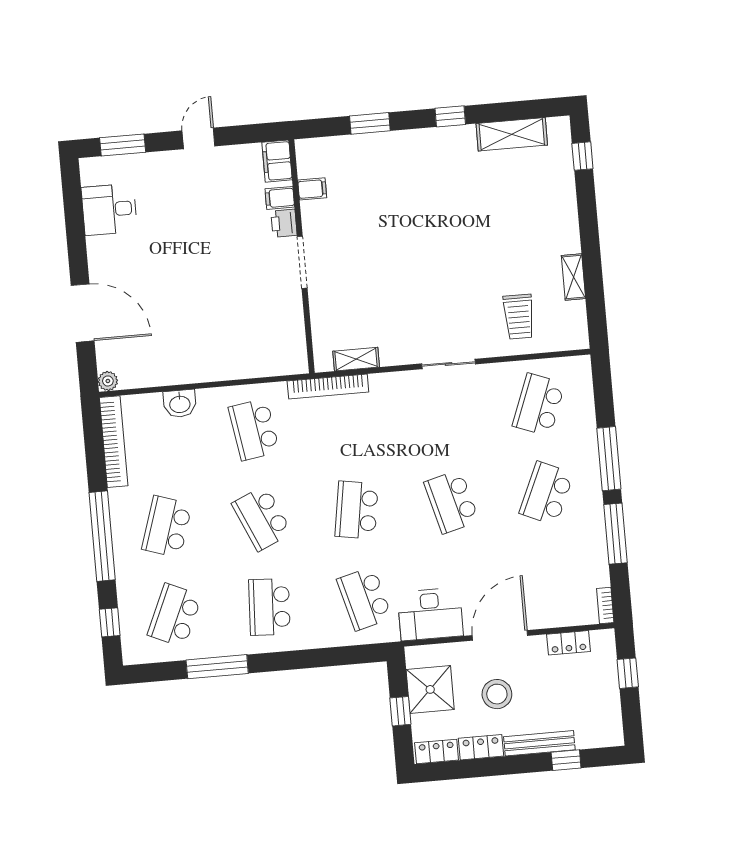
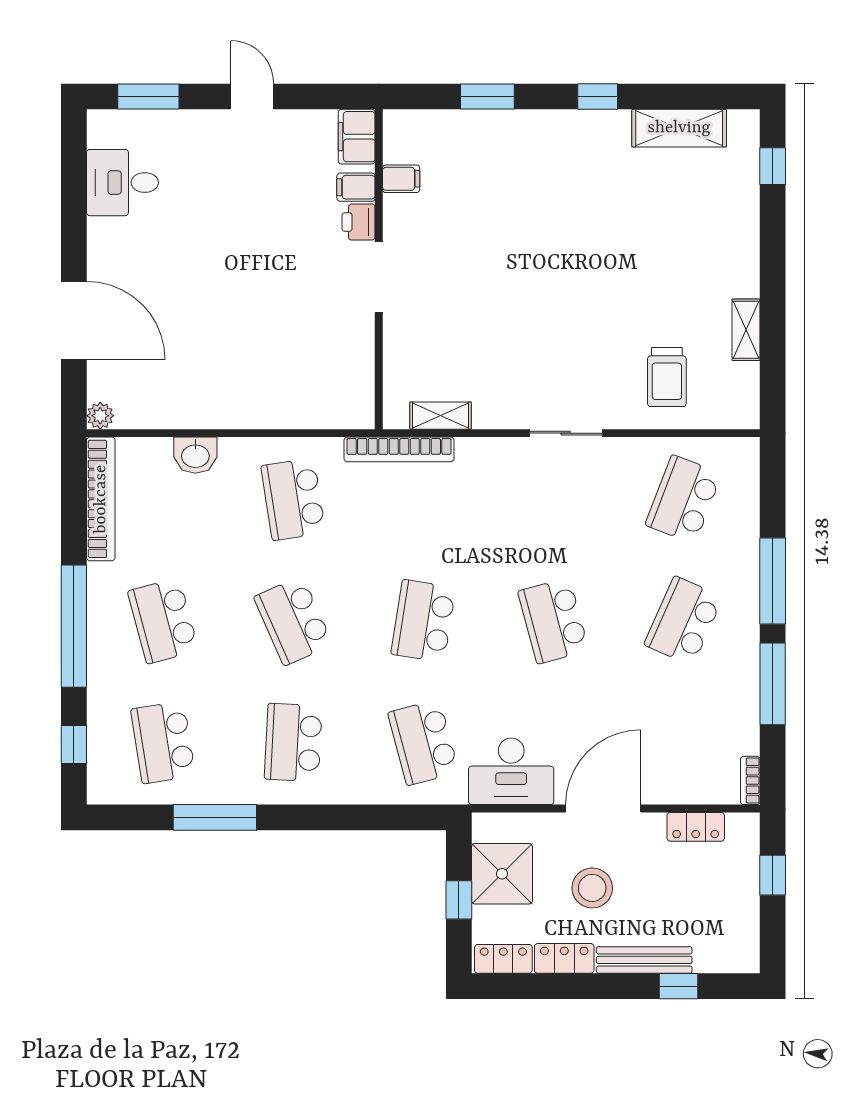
door: (198, 138) -> (252, 96), hinge flipped
school desk: (167, 527) -> (163, 621), turned -33
school desk: (175, 615) -> (163, 742), turned -33

